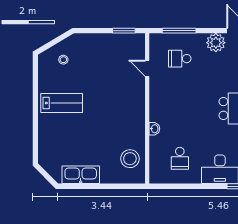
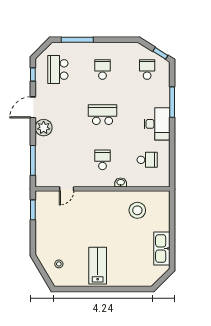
school desk: (180, 59) -> (102, 160), moved, turned 180
stool: (130, 159) -> (137, 210), moved

